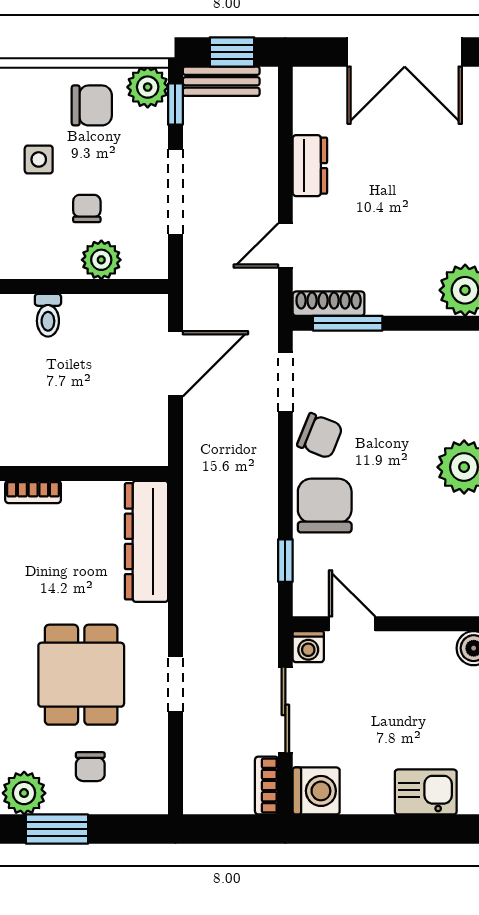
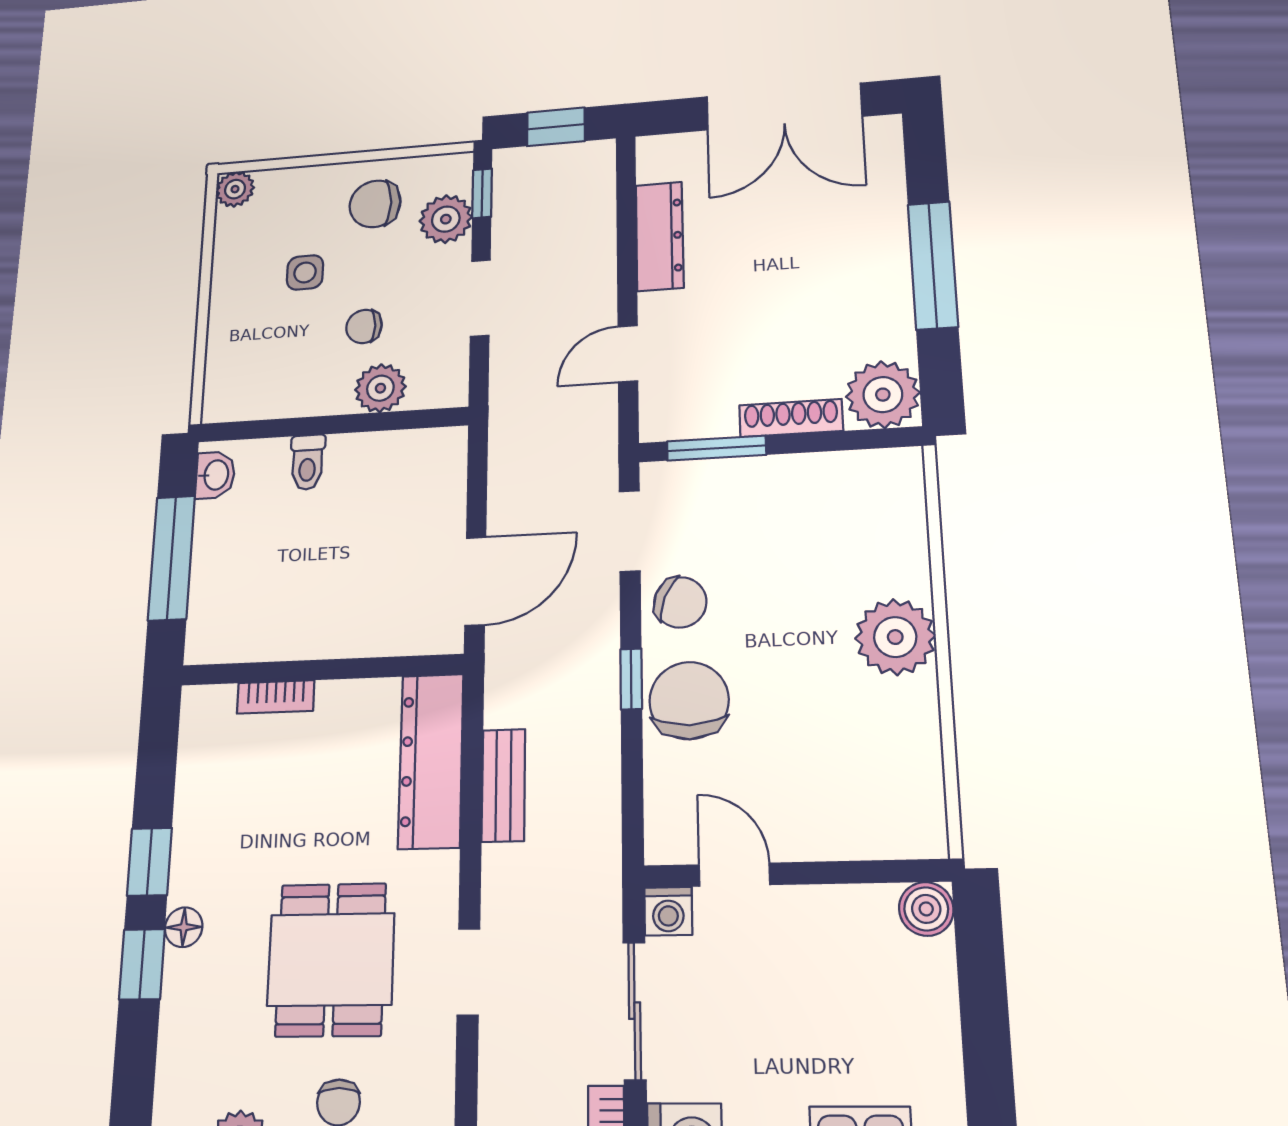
bench: (221, 81) -> (503, 785), moved, turned 90
plant: (148, 87) -> (446, 219), moved
chair: (92, 105) -> (375, 204), turned 180
dresser: (310, 166) -> (660, 236), width x1.44
doorway: (175, 192) -> (480, 298), width x0.73
chair: (87, 208) -> (364, 326), turned -90
shoe rack: (329, 304) -> (791, 418), moved
door: (175, 364) -> (475, 581), moved
window: (285, 561) -> (631, 679), moved

